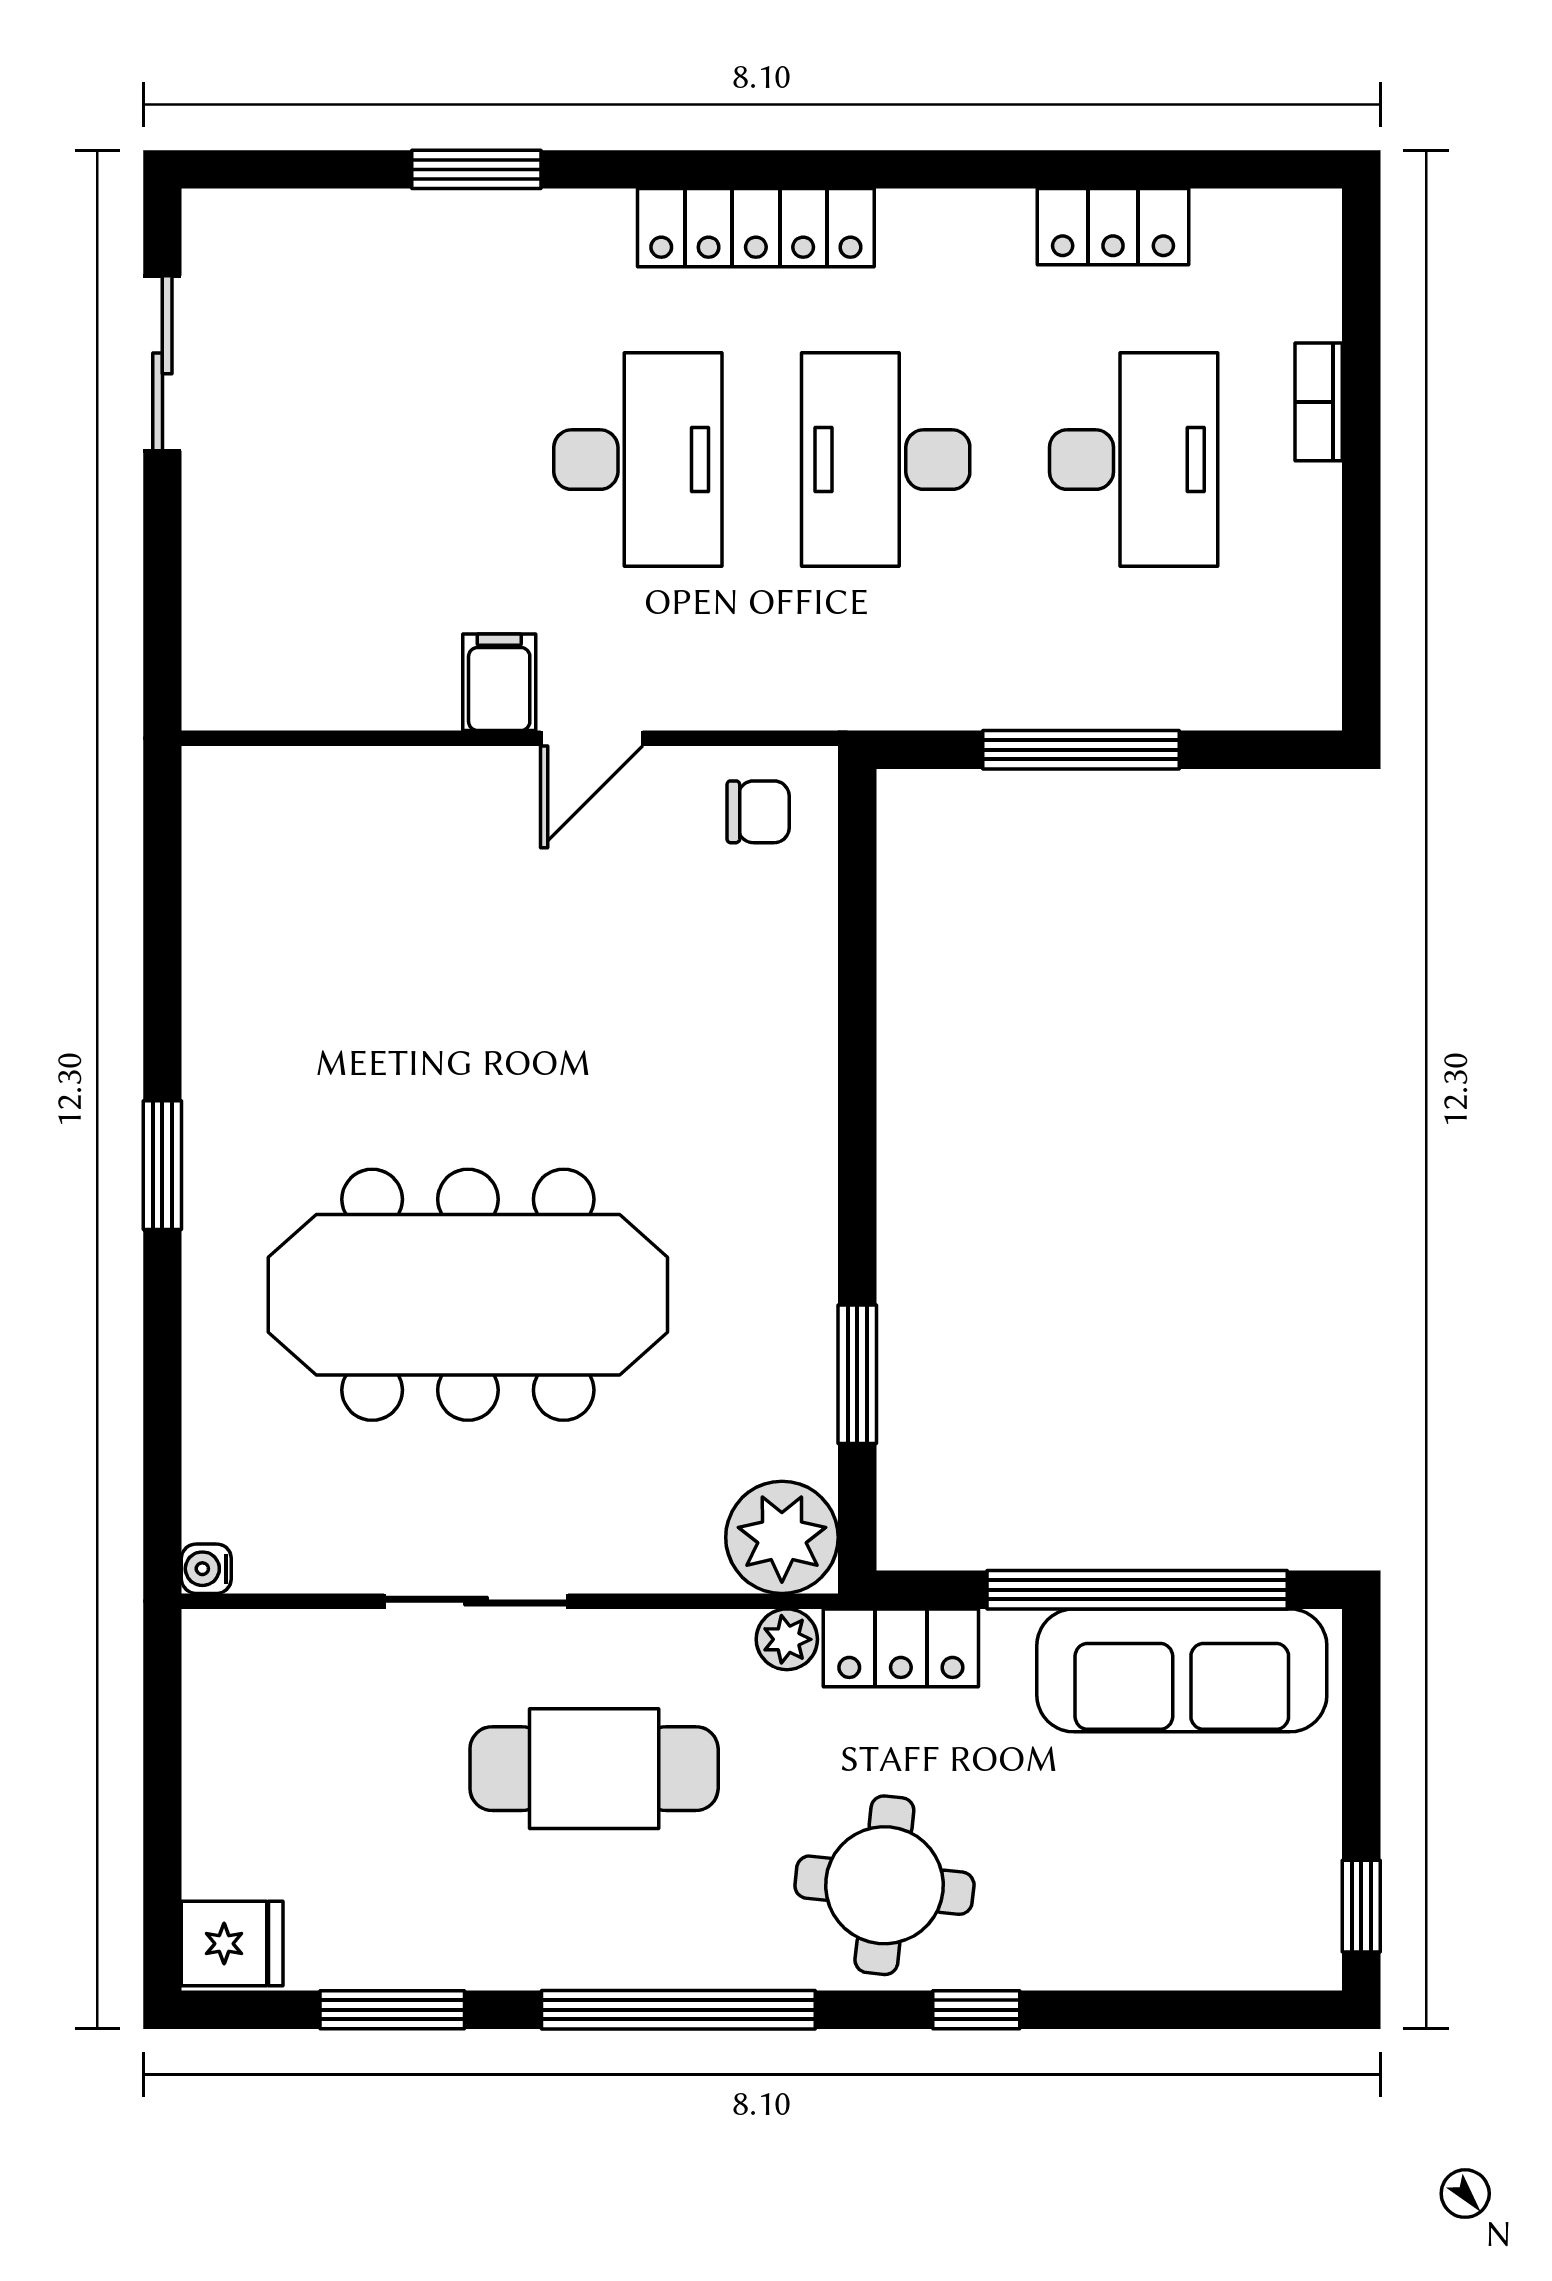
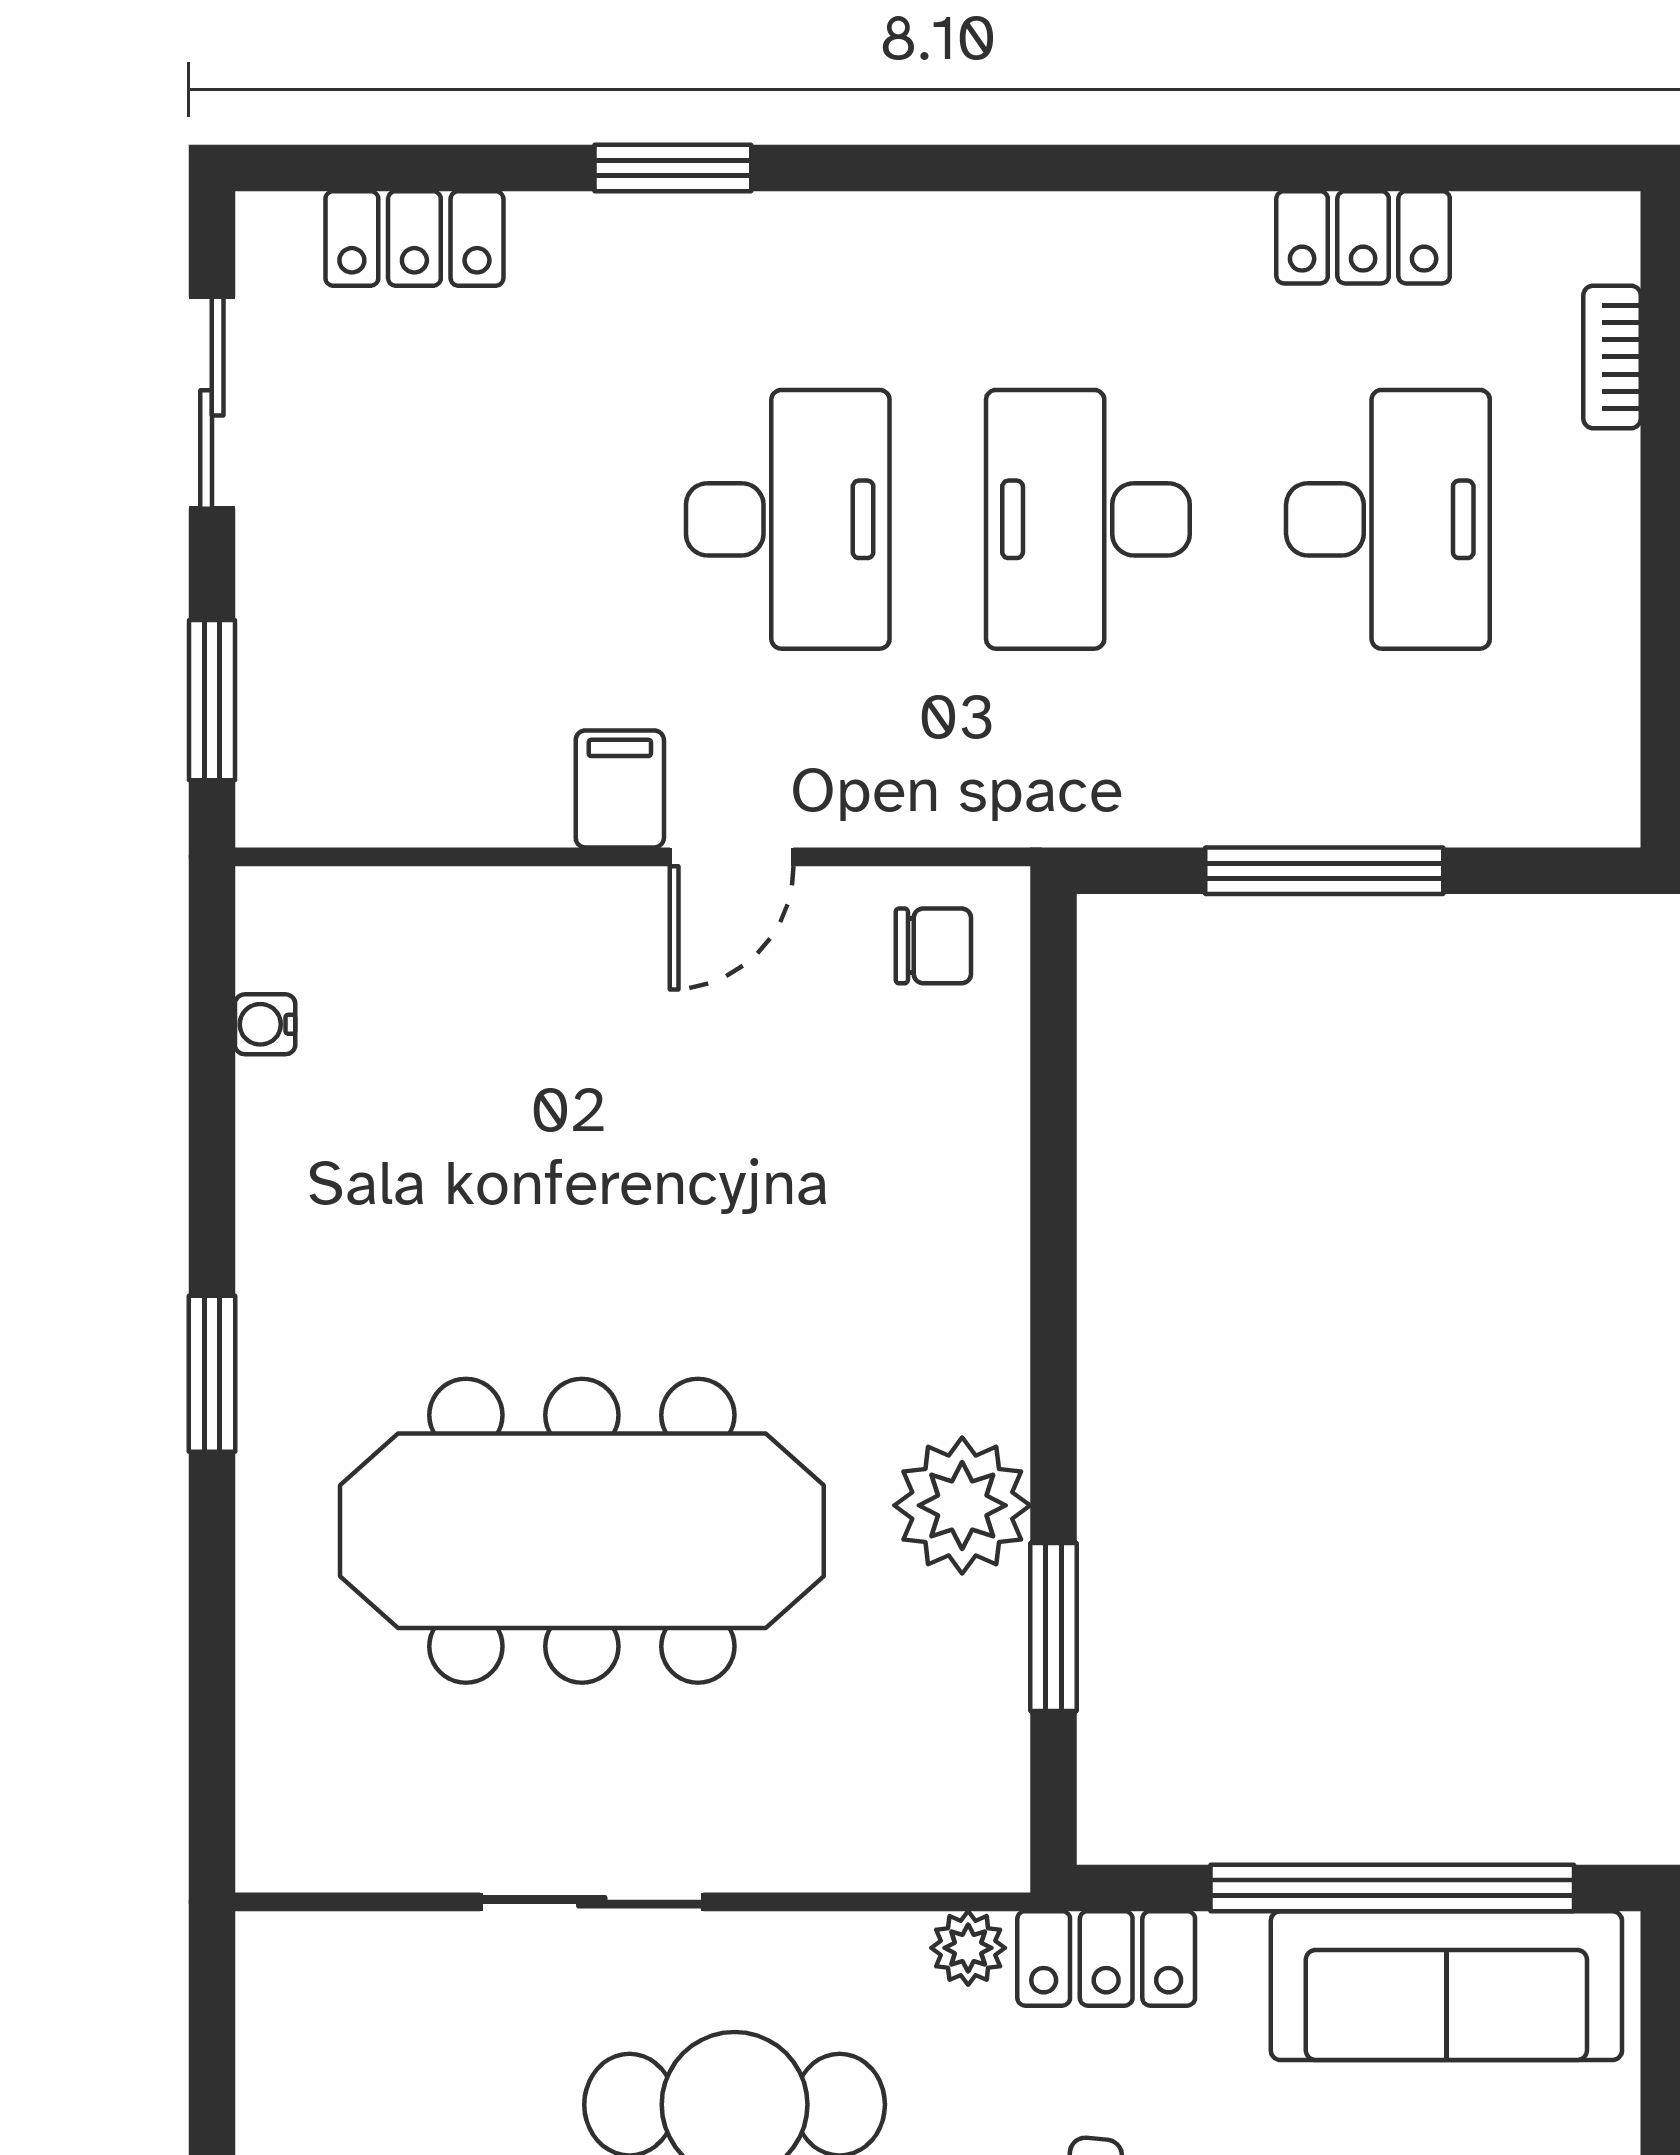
window: (476, 169) -> (673, 168), moved
locker: (756, 228) -> (414, 238), moved, width x0.66
bookcase: (1319, 402) -> (1612, 357), moved
window: (162, 609) -> (212, 700), added
plant: (782, 1537) -> (962, 1505), moved
water cooler: (206, 1569) -> (265, 1024), moved

